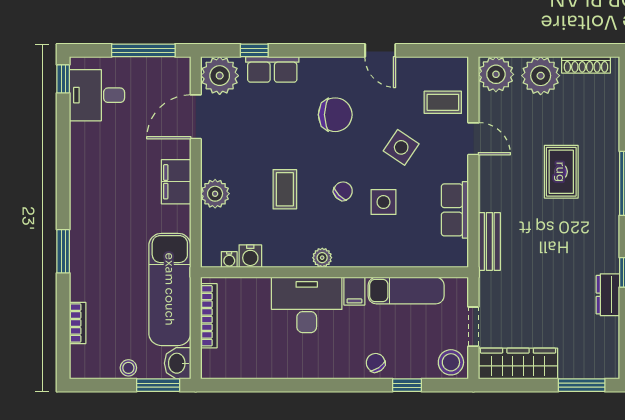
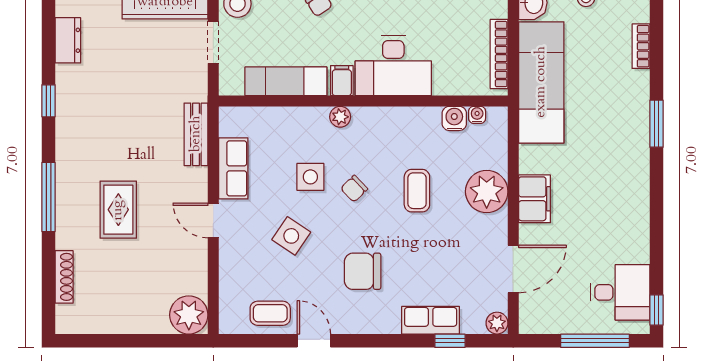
window: (143, 50) -> (595, 341), moved
shoe rack: (586, 65) -> (64, 277), moved, turned 90
plant: (220, 76) -> (497, 323), width x0.53, depth x0.53
plant: (541, 76) -> (141, 313), removed
coffee table: (443, 102) -> (270, 313), moved
door: (473, 139) -> (213, 220), moved
plant: (215, 194) -> (487, 192), width x1.36, depth x1.36
plant: (322, 258) -> (340, 117), moved
dresser: (608, 295) -> (68, 40), moved

